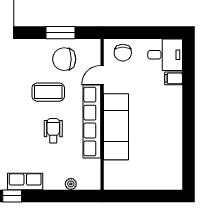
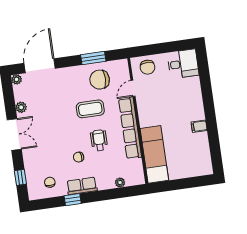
filing cabinet: (174, 78) -> (199, 126), moved
exam couch: (116, 127) -> (154, 154), moved
chair: (26, 147) -> (79, 157), added

